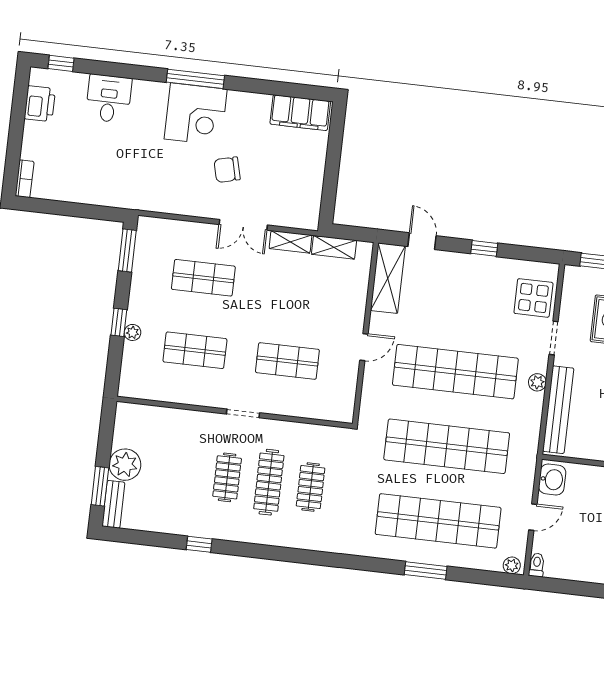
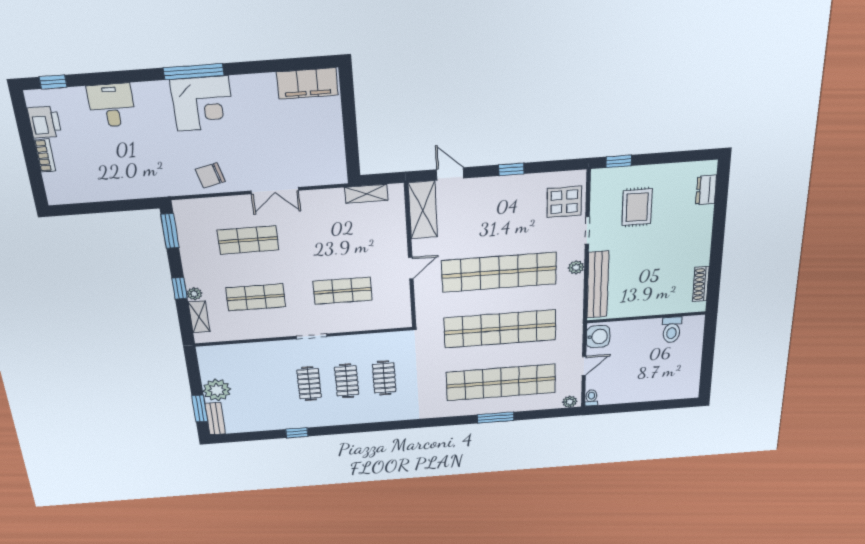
chair: (227, 170) -> (210, 175), moved
bookcase: (25, 179) -> (45, 156), moved
shelving: (290, 242) -> (199, 317), moved, turned 90
clothes rail: (269, 482) -> (347, 381), width x0.73

